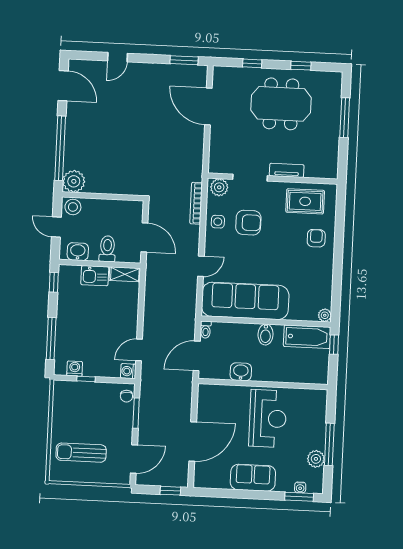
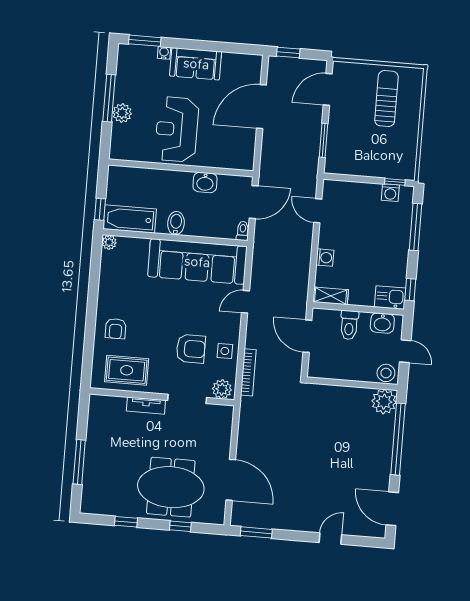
meeting table: (281, 104) -> (171, 487), moved
armchair: (248, 223) -> (191, 349), turned 180
kitchen sink: (95, 276) -> (390, 298), moved
door: (139, 350) -> (318, 211), swing flipped
washing machine: (128, 371) -> (325, 258), moved
window: (86, 379) -> (395, 182), moved
chair: (126, 396) -> (334, 160), removed
sun lounger: (81, 453) -> (386, 99), turned -90
plant: (316, 459) -> (122, 113), moved
water cooler: (300, 487) -> (164, 53), moved

